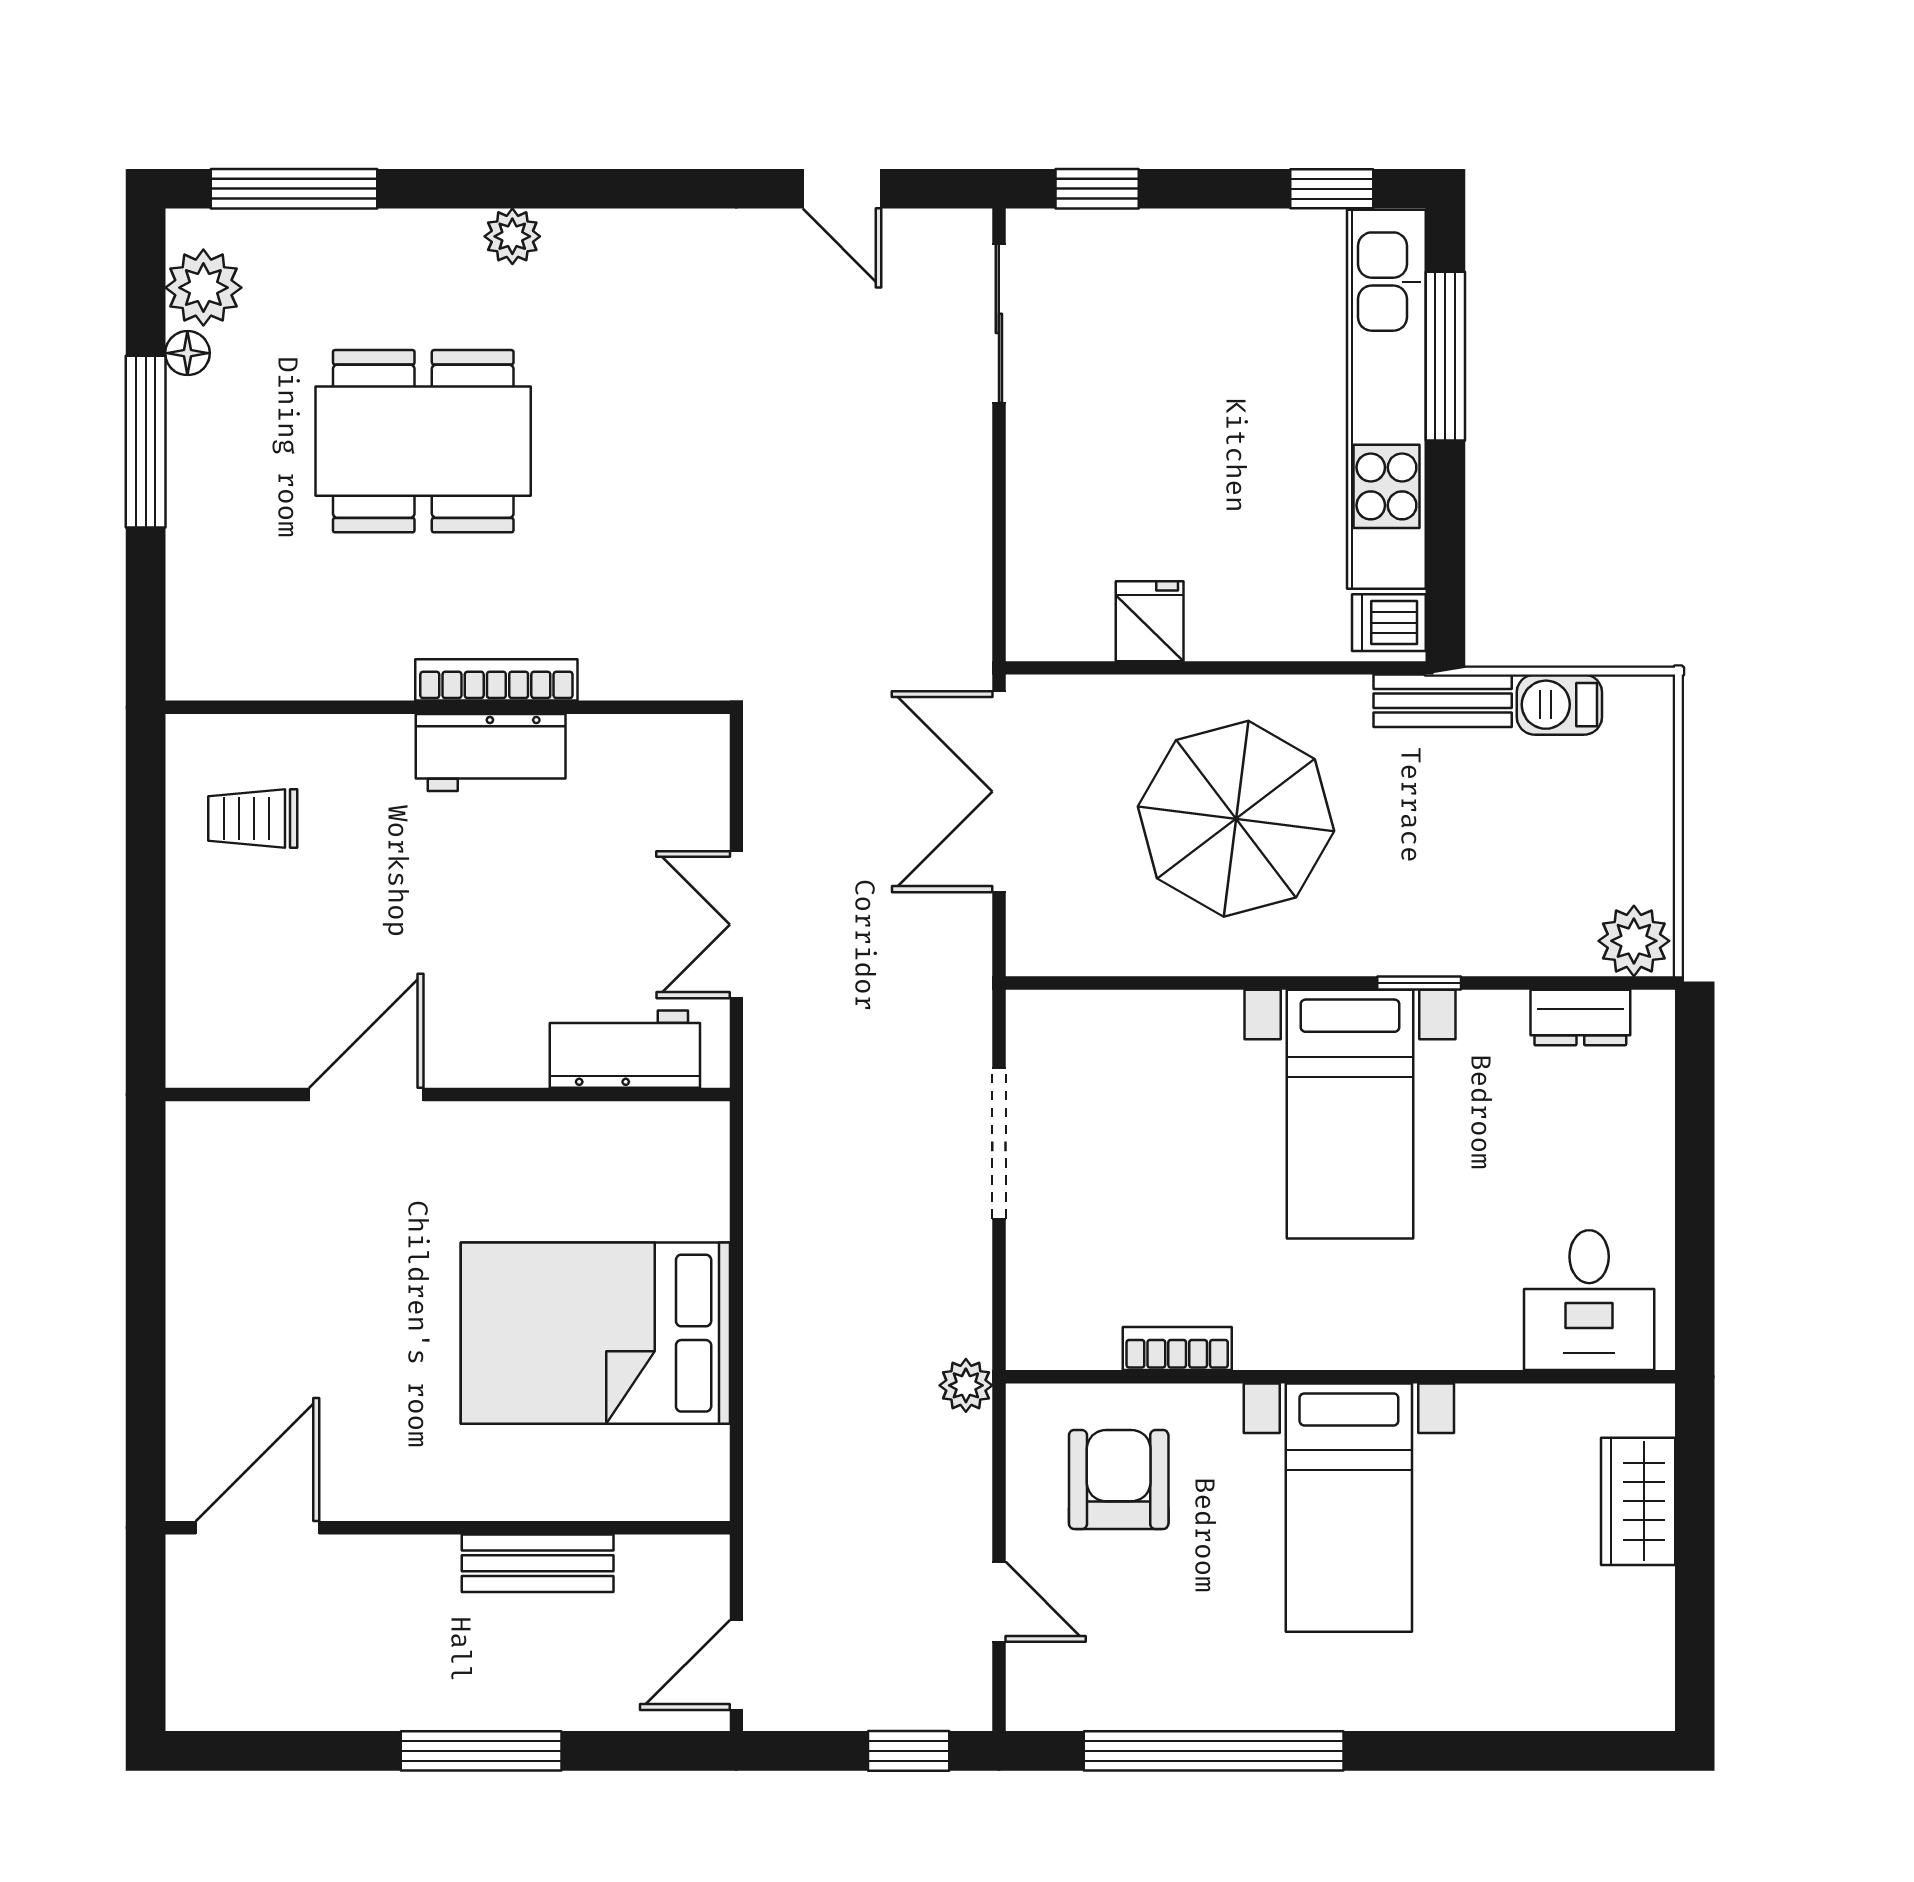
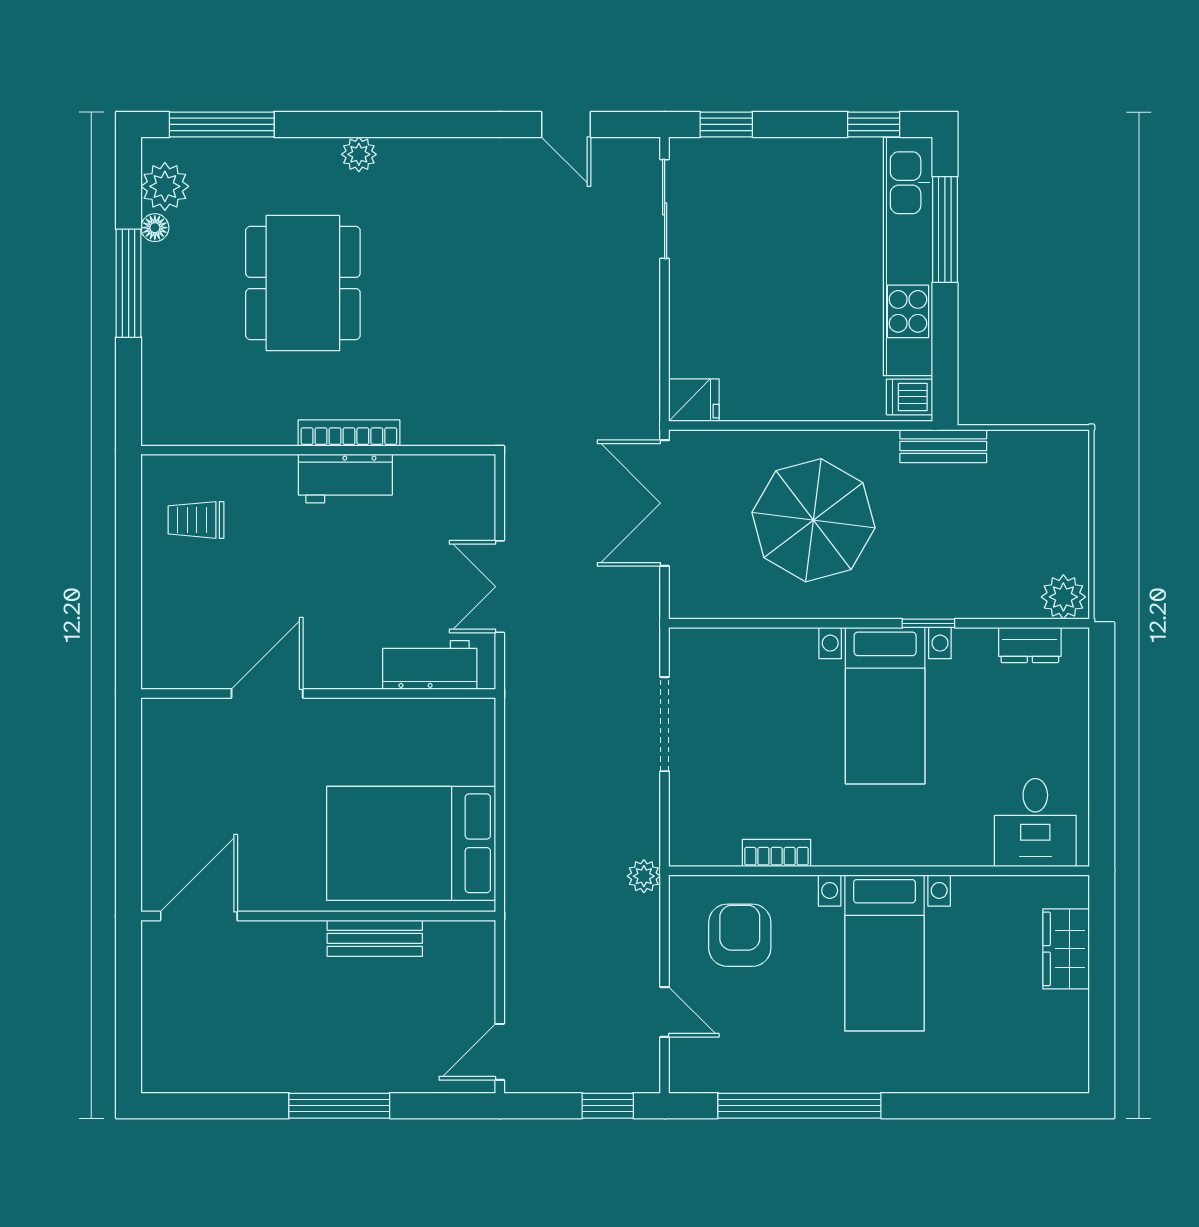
dining table: (423, 441) -> (303, 283), turned 90
fridge: (1150, 621) -> (694, 400), moved, turned 90
barbecue: (1559, 705) -> (1017, 448), removed
door: (257, 1528) -> (199, 916), moved
wall: (448, 1528) -> (318, 916), moved
bench: (538, 1563) -> (375, 938), moved

